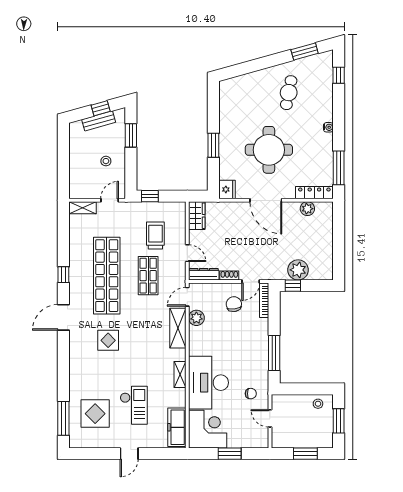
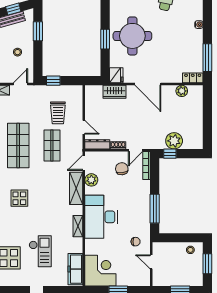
round table: (269, 150) -> (132, 36), moved
locker: (314, 193) -> (193, 78), width x0.66
wardrobe: (197, 216) -> (115, 92), moved, turned 90
trolley: (155, 236) -> (58, 113), turned 180
shop shelf: (107, 276) -> (18, 145), width x0.71
desk: (209, 383) -> (101, 217), moved

